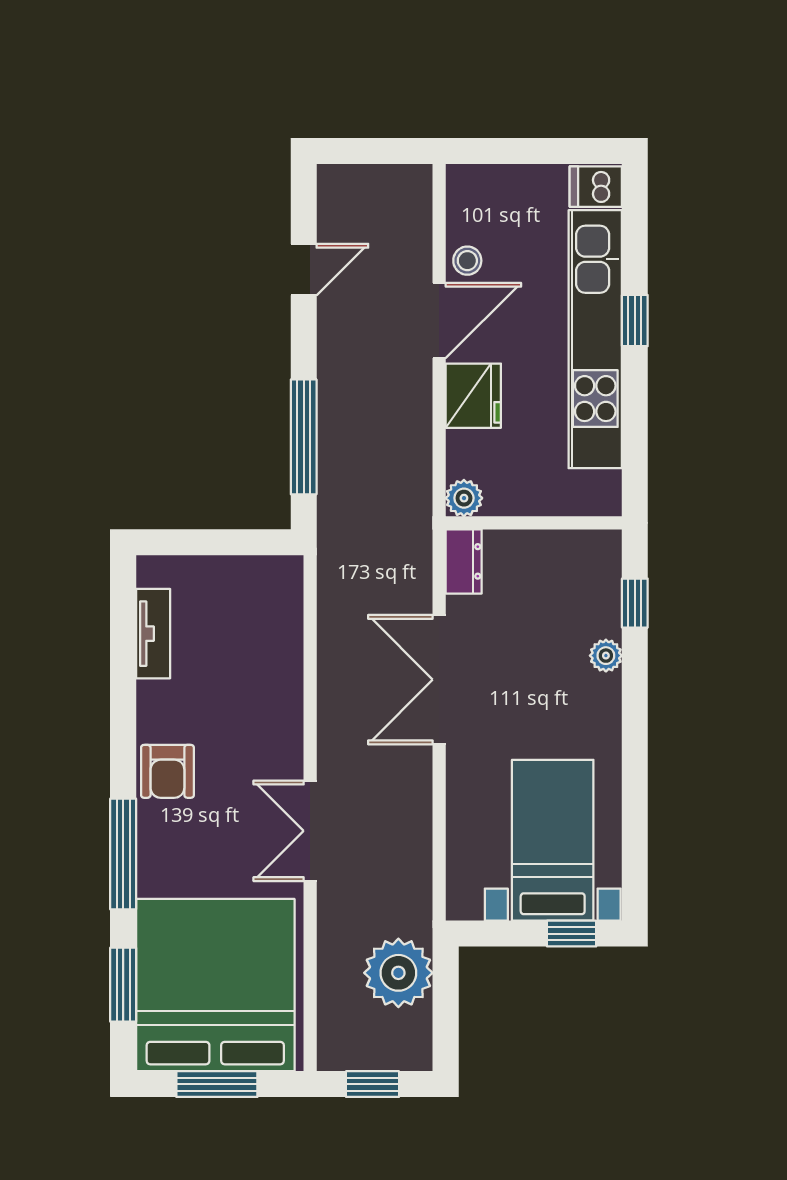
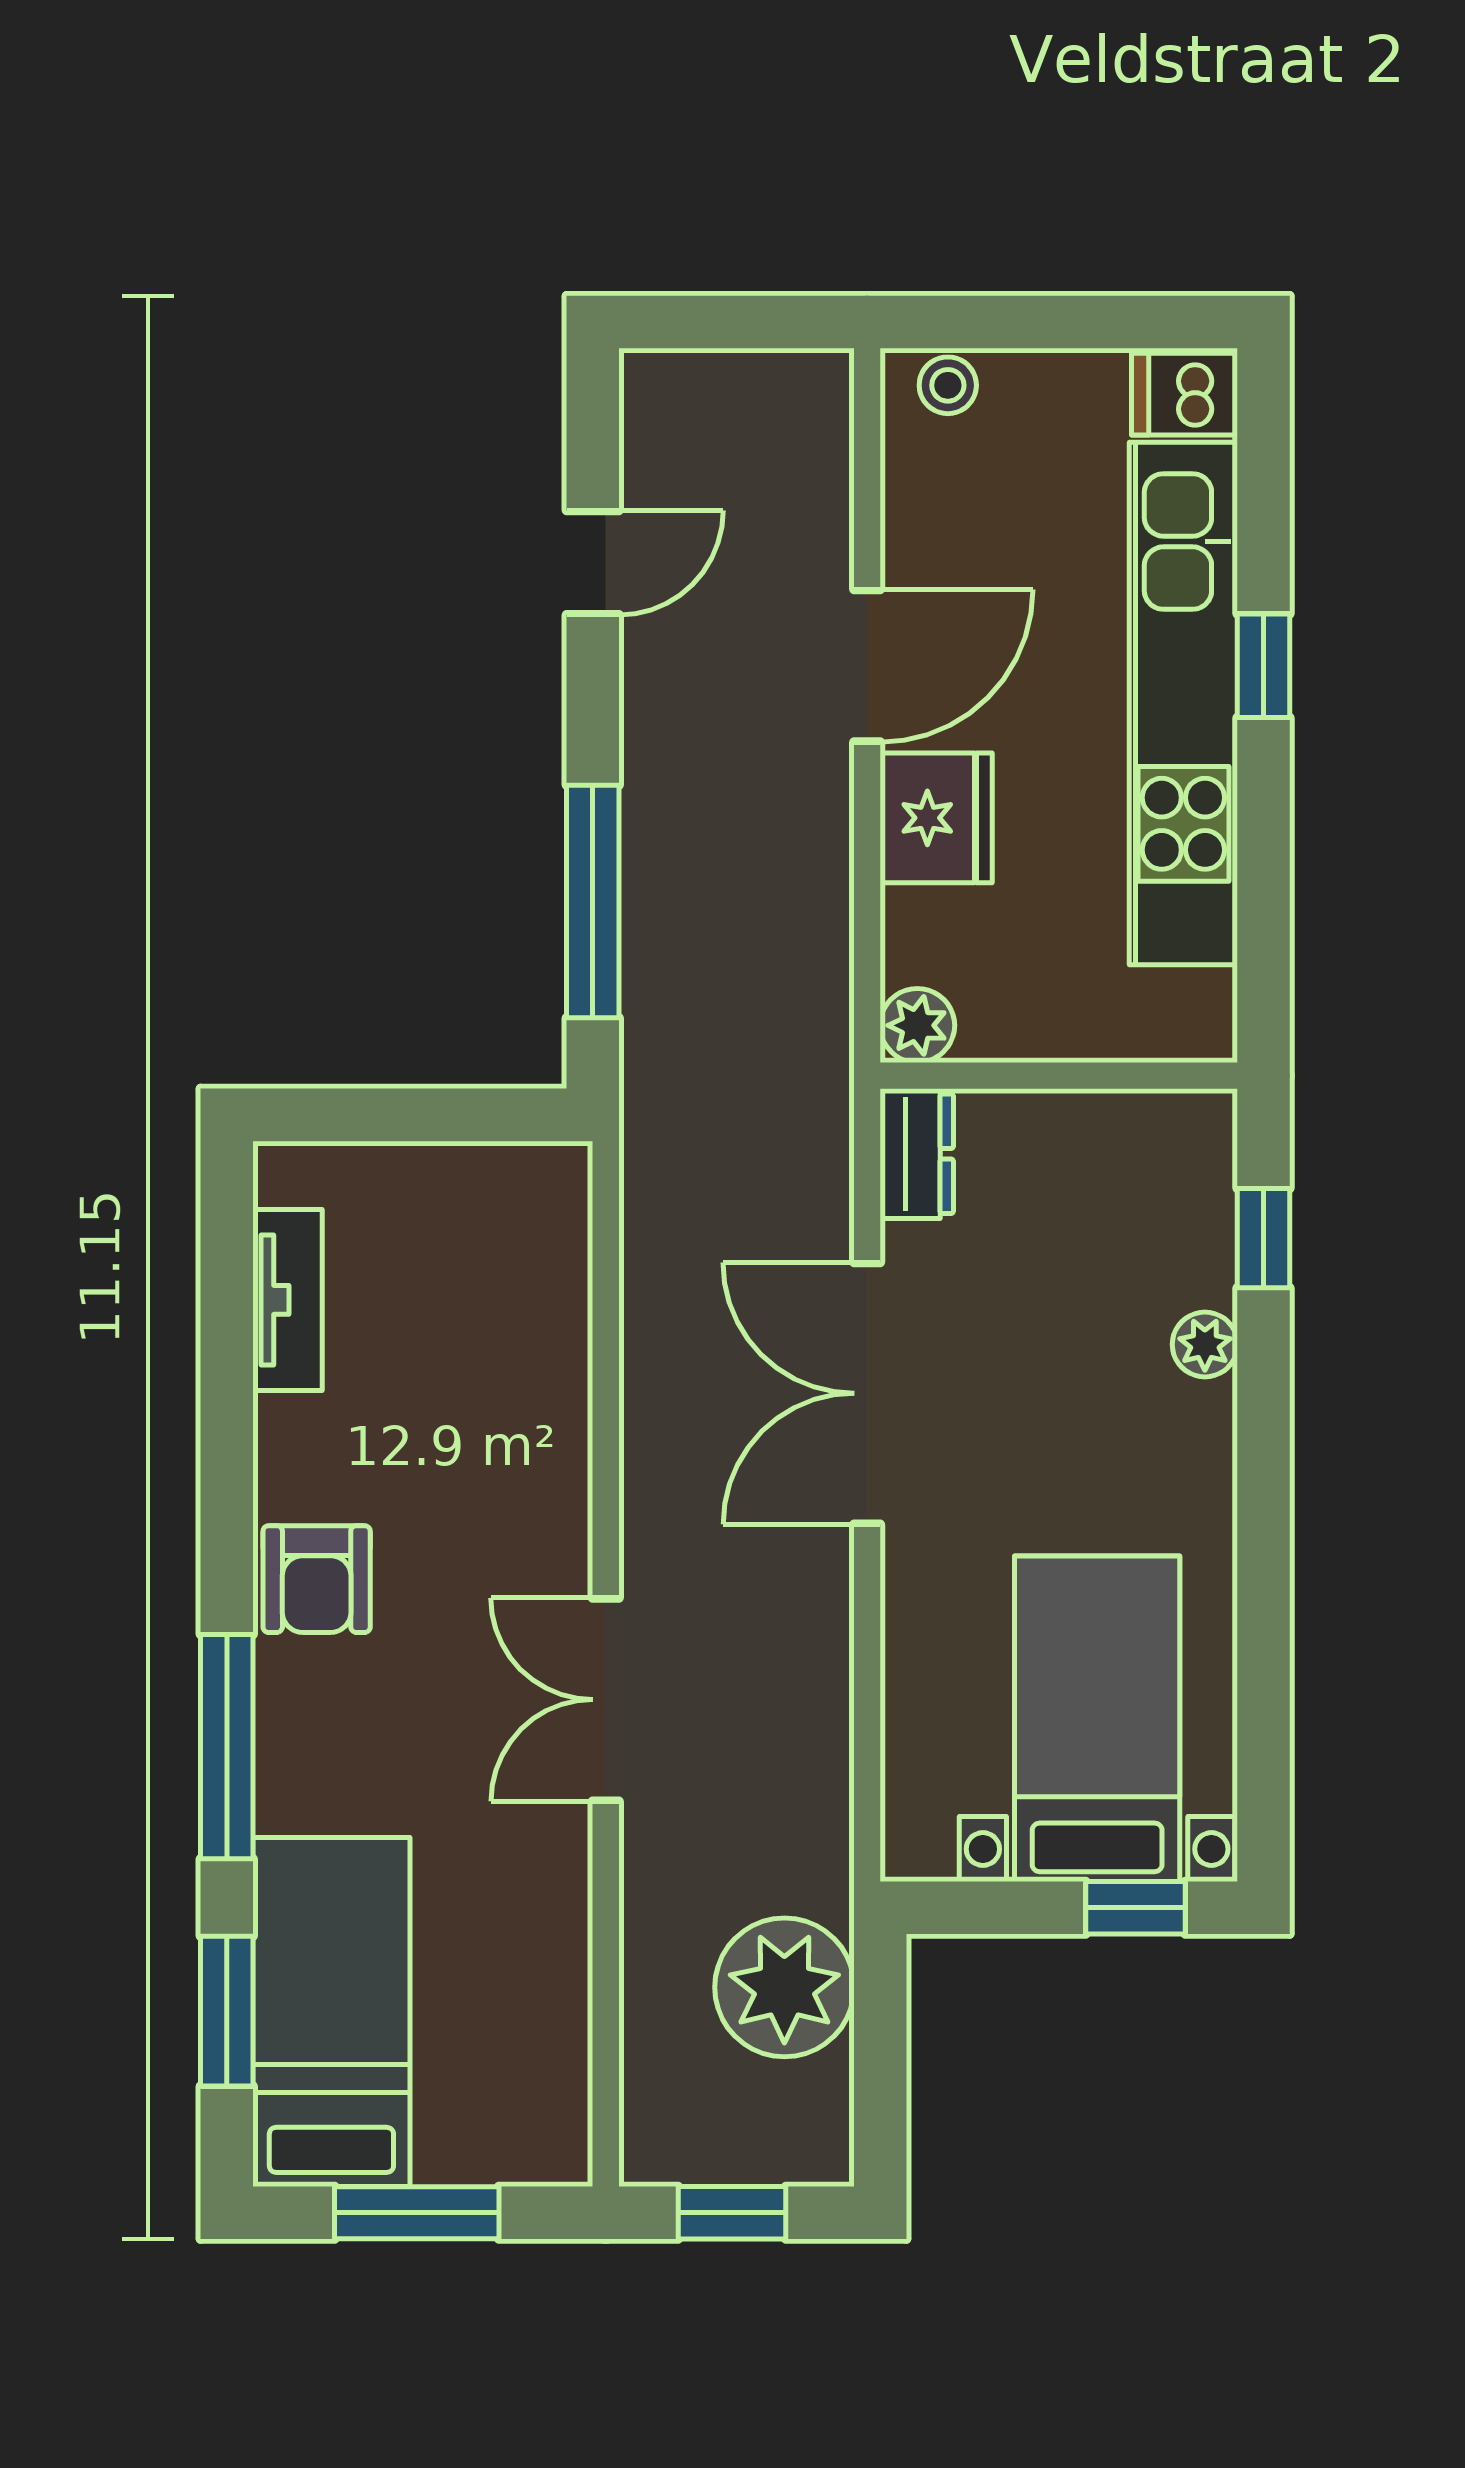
stool: (467, 261) -> (948, 385), moved
bed: (215, 985) -> (331, 2012), width x0.49

